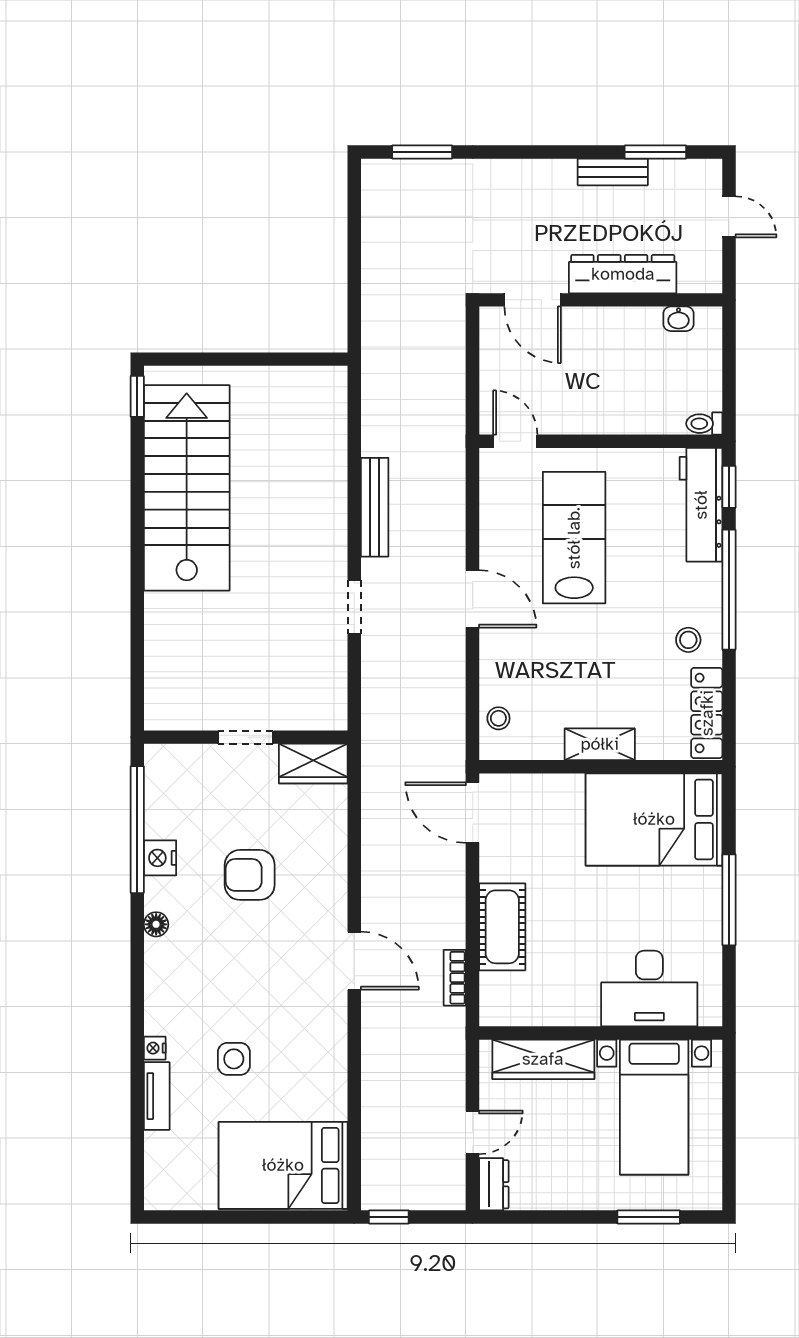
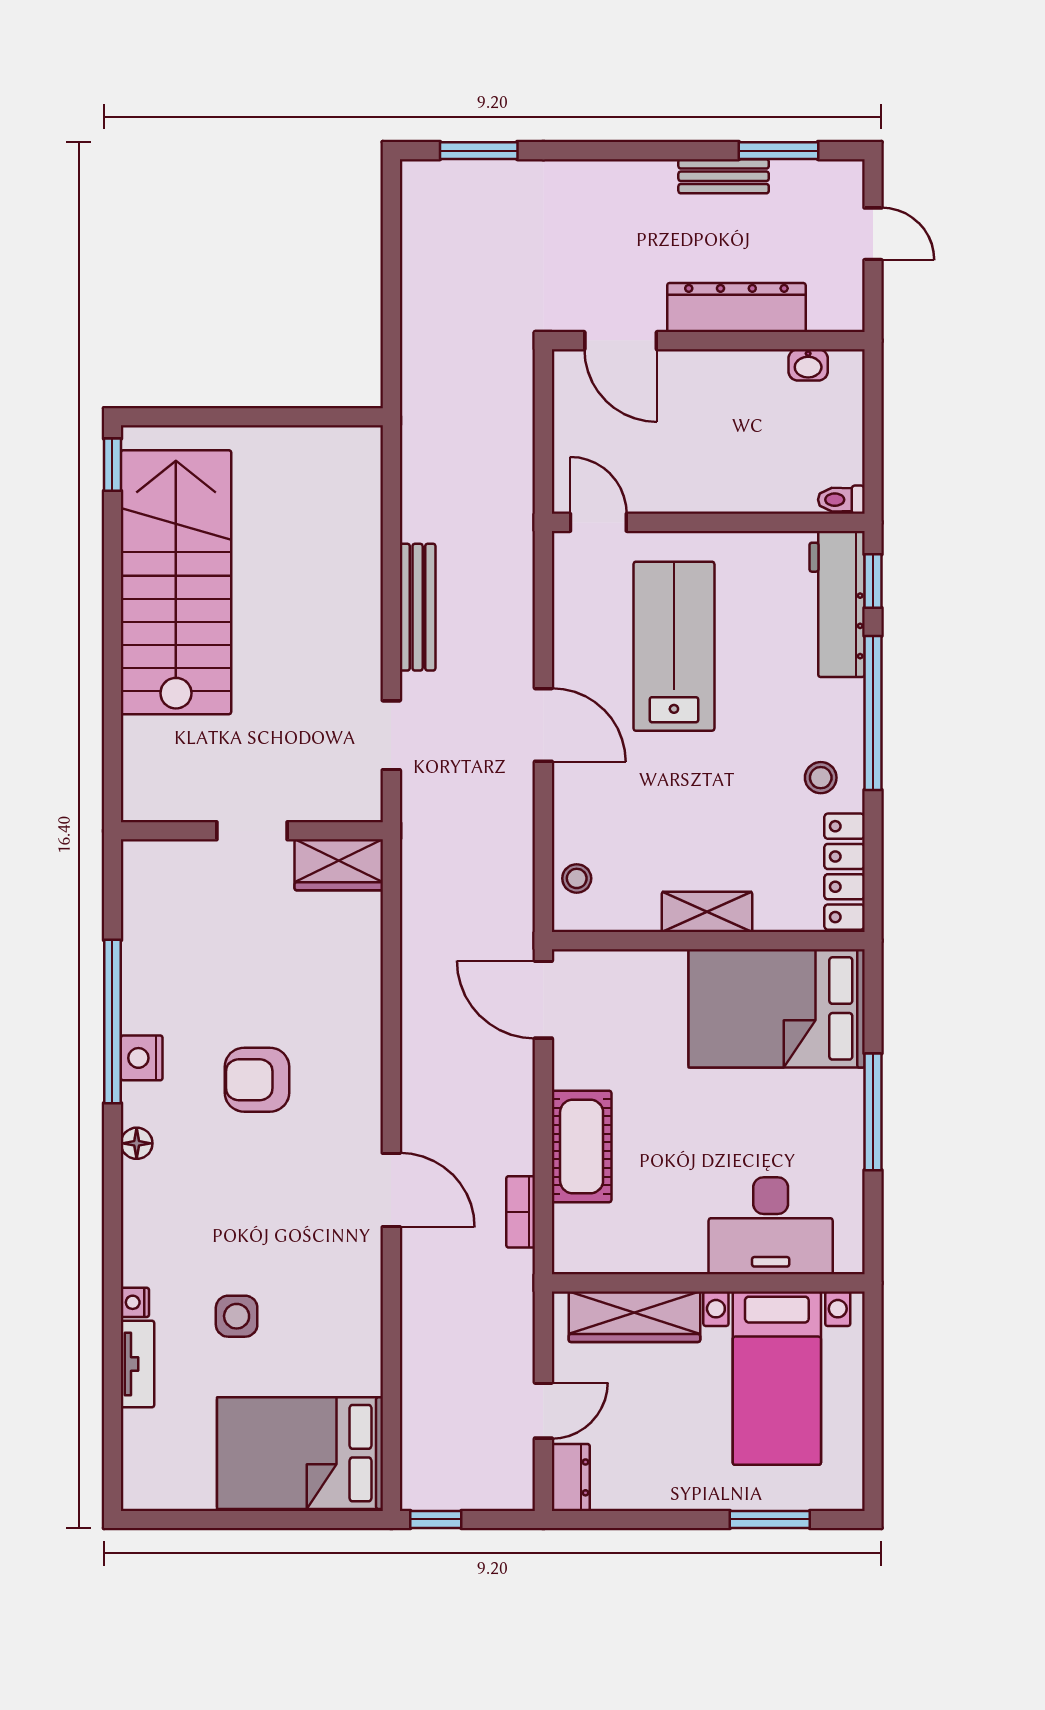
doorway: (246, 737) -> (252, 831), moved
wall: (246, 737) -> (252, 831), moved
wardrobe: (313, 764) -> (339, 865), moved

